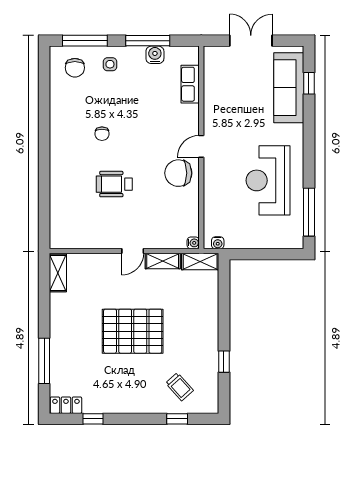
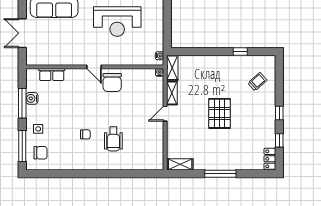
wheelchair: (114, 184) -> (113, 139), moved
door: (133, 251) -> (165, 114), swing flipped
pallet: (133, 331) -> (220, 113), width x0.73, depth x0.71
window: (44, 361) -> (220, 174), moved
window: (177, 419) -> (279, 113), moved

